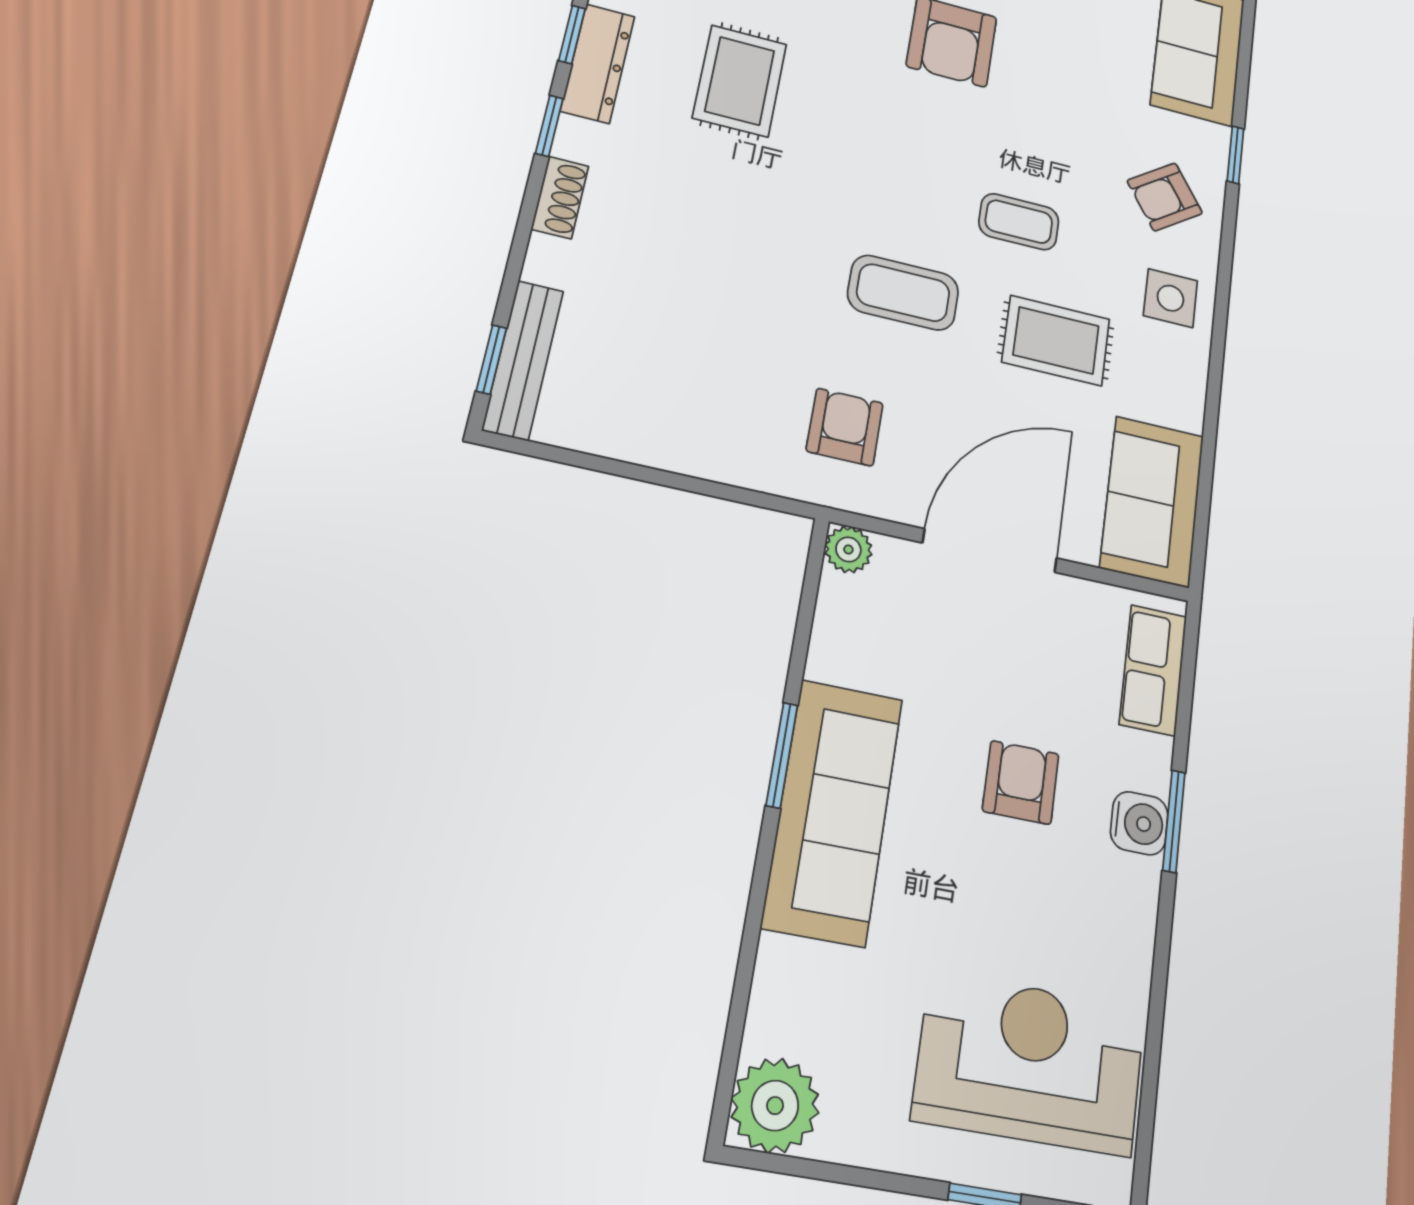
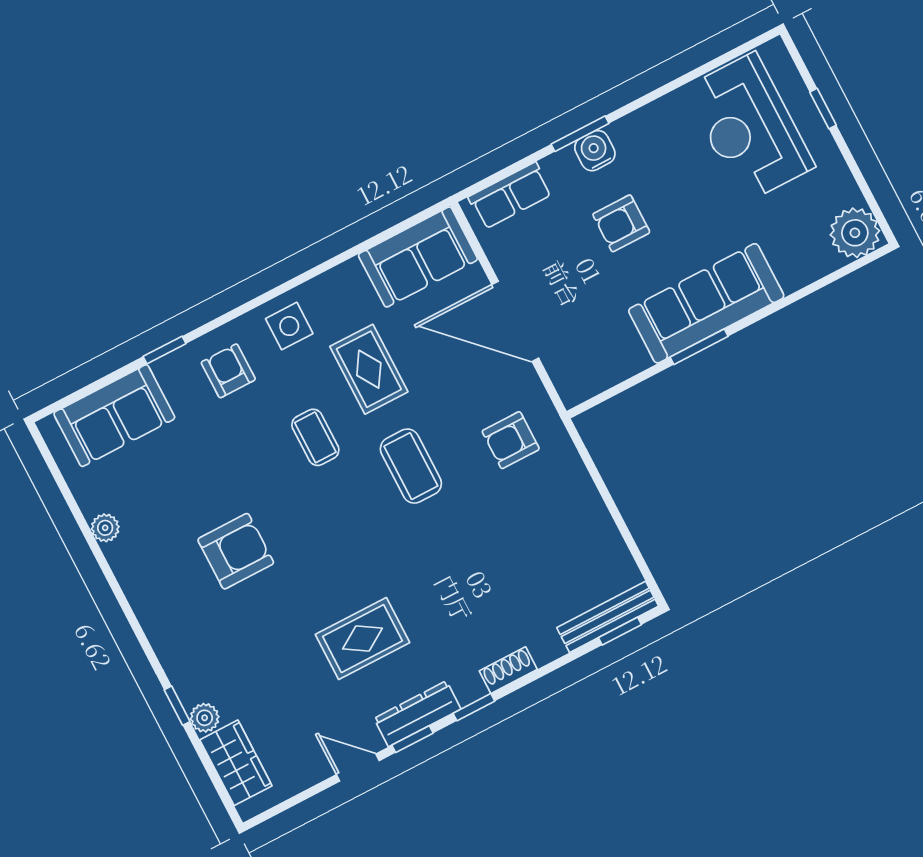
armchair: (1165, 197) -> (228, 371), turned -145
plant: (848, 549) -> (573, 391), removed

